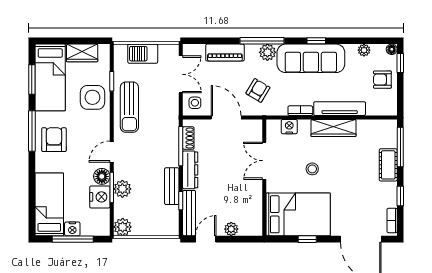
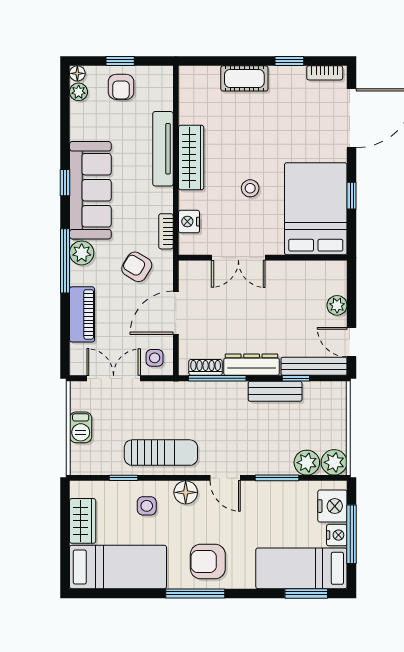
plant: (364, 50) -> (79, 92), moved
barbecue: (143, 54) -> (81, 427), width x0.73, depth x0.79
window: (400, 63) -> (120, 61), moved
window: (32, 80) -> (306, 593), moved
side table: (92, 97) -> (147, 506), width x0.54, depth x0.54
bookcase: (300, 111) -> (166, 231), moved
window: (400, 147) -> (218, 61), removed
floor lamp: (102, 176) -> (186, 492), moved
plant: (122, 189) -> (307, 463), moved
nightstand: (100, 197) -> (332, 506), moved, turned 90

